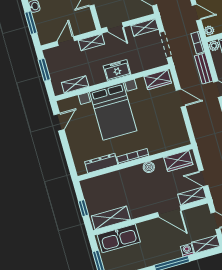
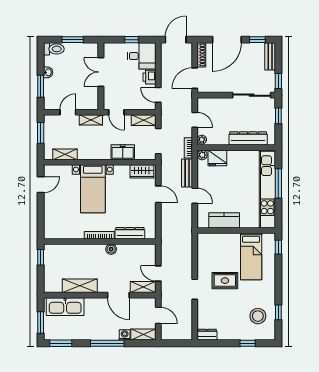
freezer: (117, 70) -> (123, 152), moved
bed with nightstands: (113, 111) -> (93, 189), width x0.73
wardrobe: (178, 161) -> (140, 251), removed
dresser: (101, 163) -> (130, 233), moved
window: (83, 208) -> (41, 257), moved
shelving: (111, 218) -> (80, 286), moved

